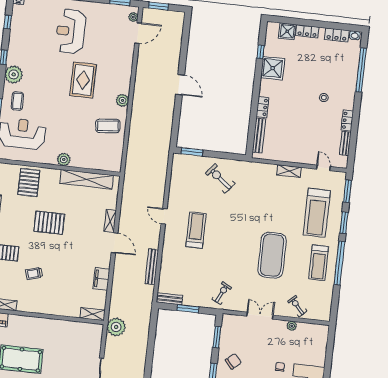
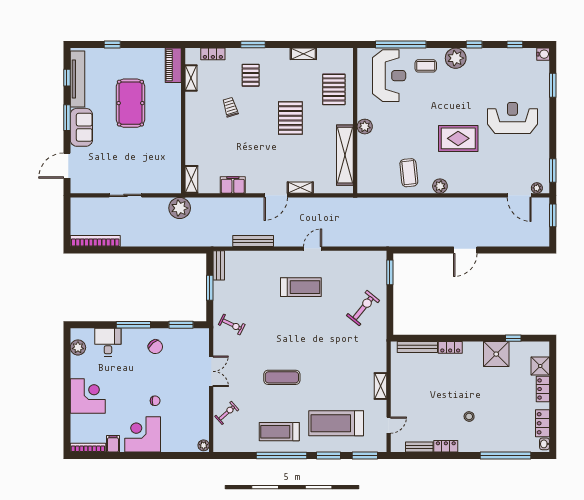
pallet: (29, 182) -> (334, 89), turned 90
exercise mat: (272, 255) -> (282, 377), width x0.50, depth x0.69
plant: (292, 326) -> (204, 445), moved

